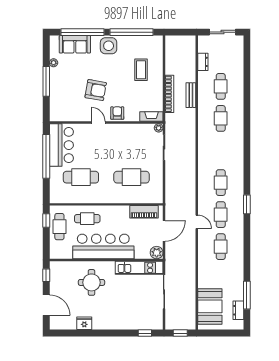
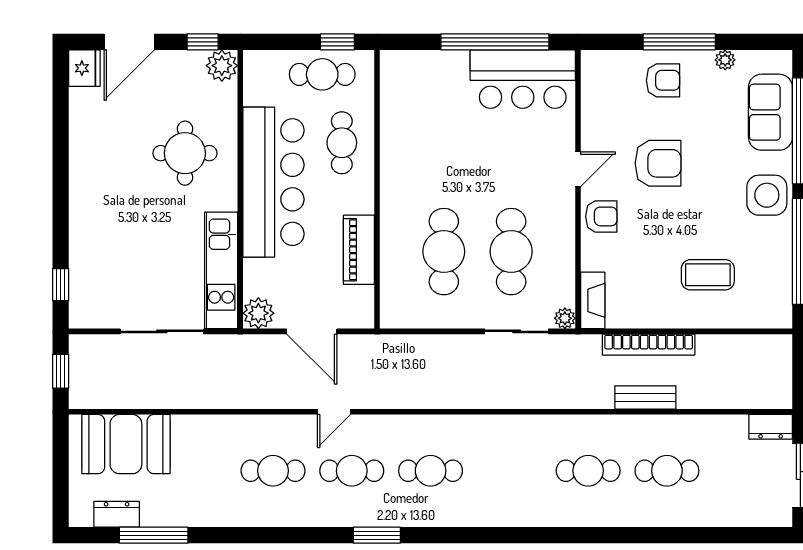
dresser: (203, 62) -> (771, 427), moved
armchair: (62, 88) -> (663, 80), added
armchair: (96, 90) -> (658, 163), turned -100
cafe table: (81, 177) -> (511, 252), moved
piano: (144, 212) -> (359, 250), moved
plant: (56, 267) -> (222, 66), added
fridge: (84, 323) -> (84, 68), moved

